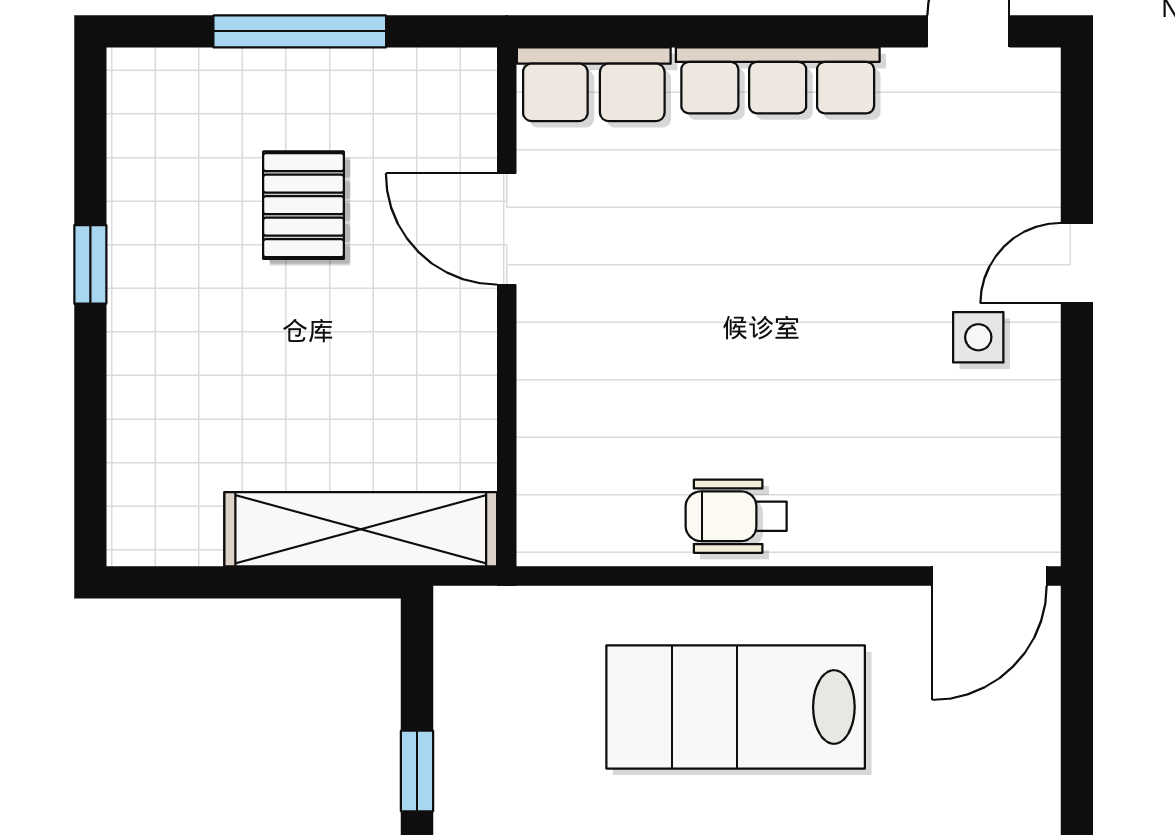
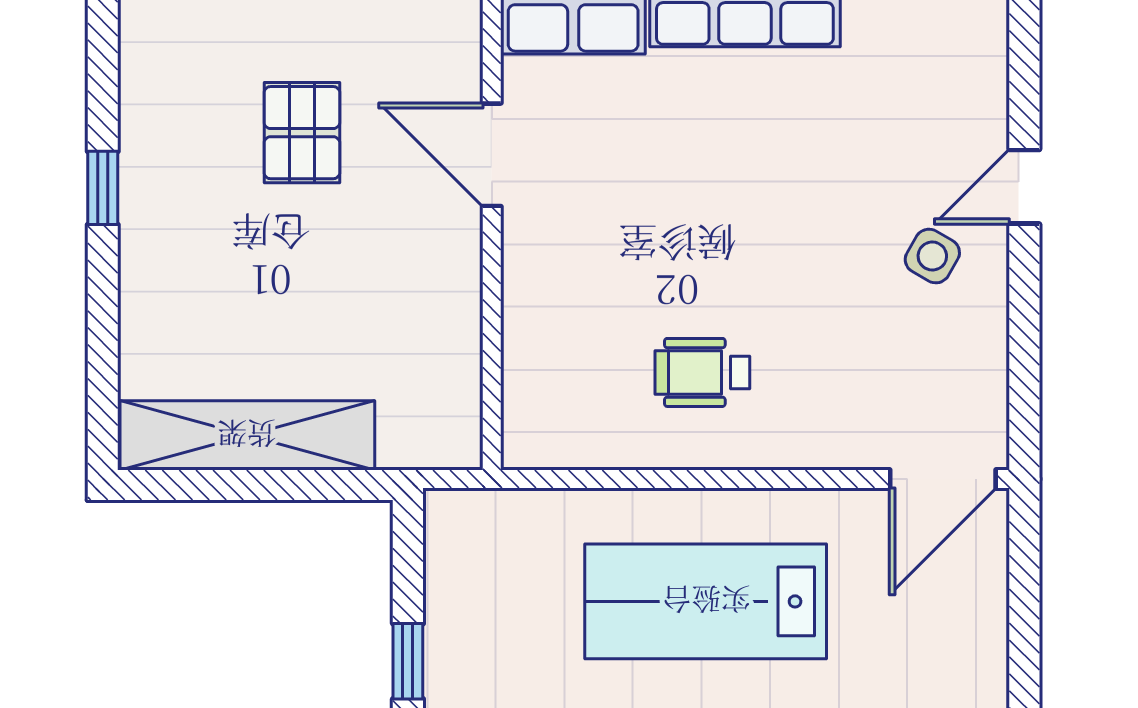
side table: (978, 337) -> (932, 256), turned 30
wheelchair: (736, 516) -> (702, 372), moved
shelving: (361, 529) -> (247, 435), moved

